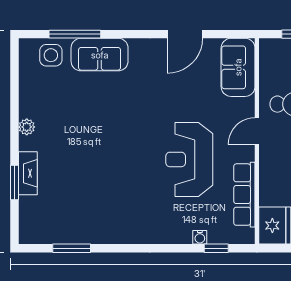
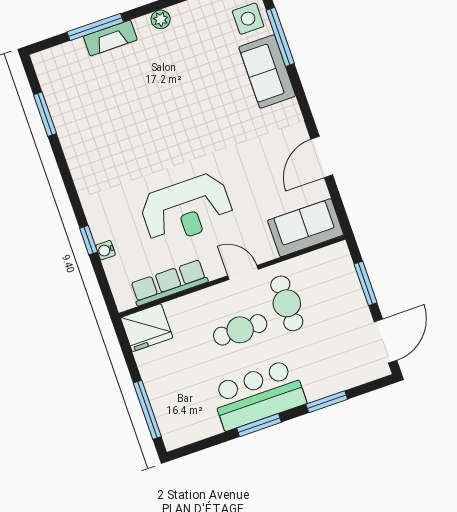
door: (185, 34) -> (322, 157), hinge flipped
reception desk: (189, 159) -> (186, 209), turned 180
window: (15, 182) -> (95, 27), width x1.44
window: (216, 248) -> (89, 240), moved

